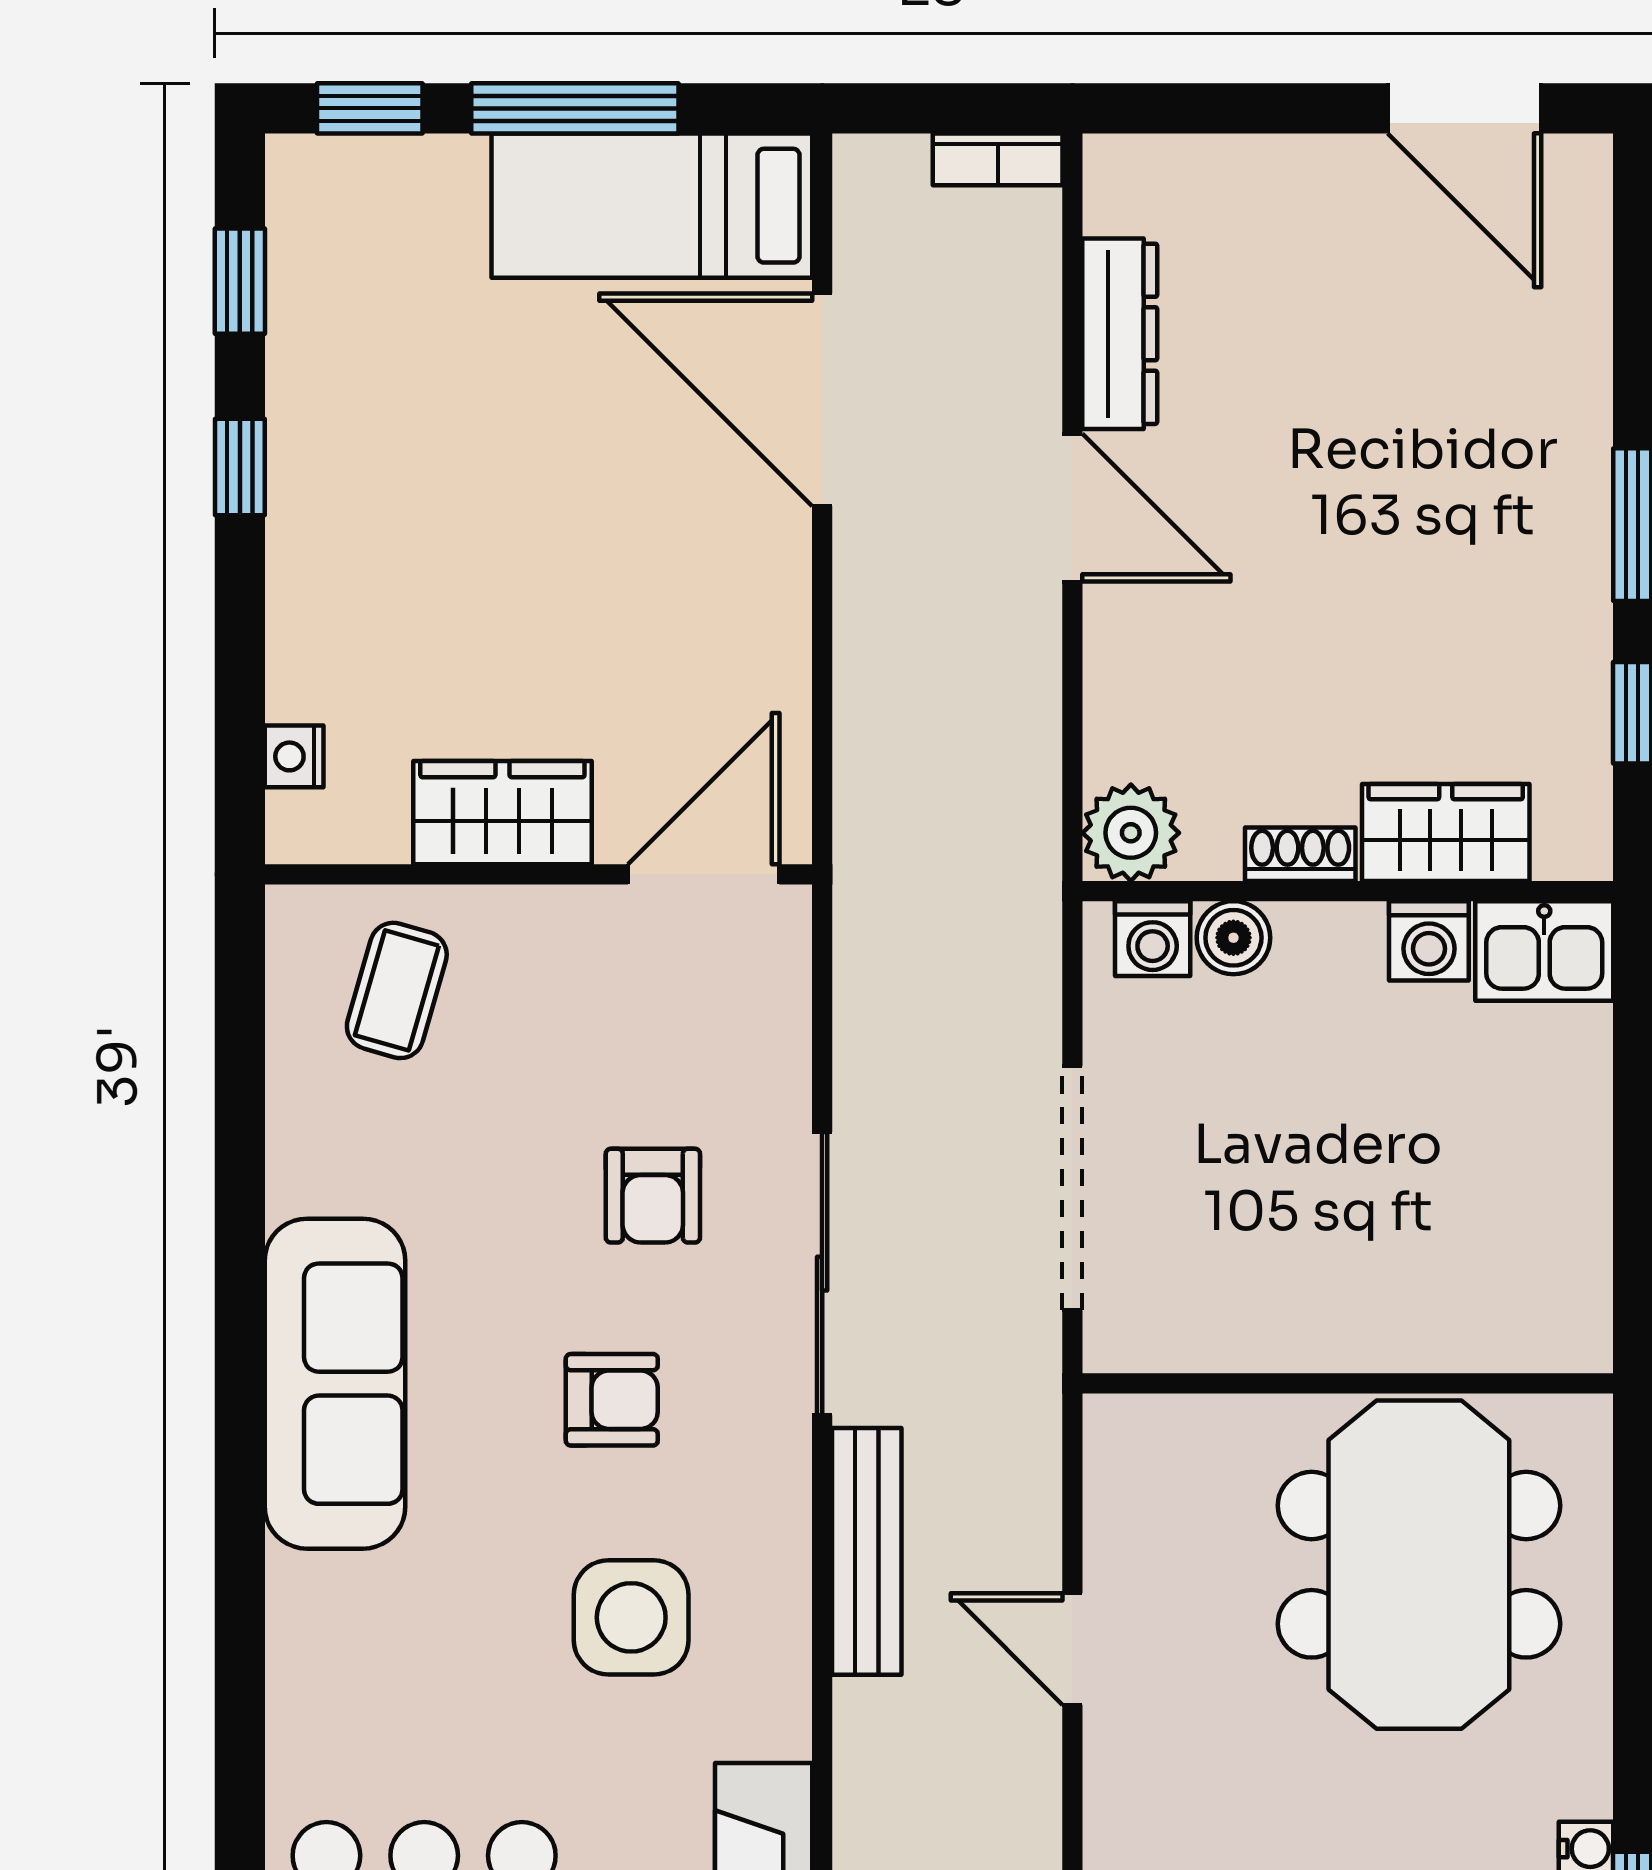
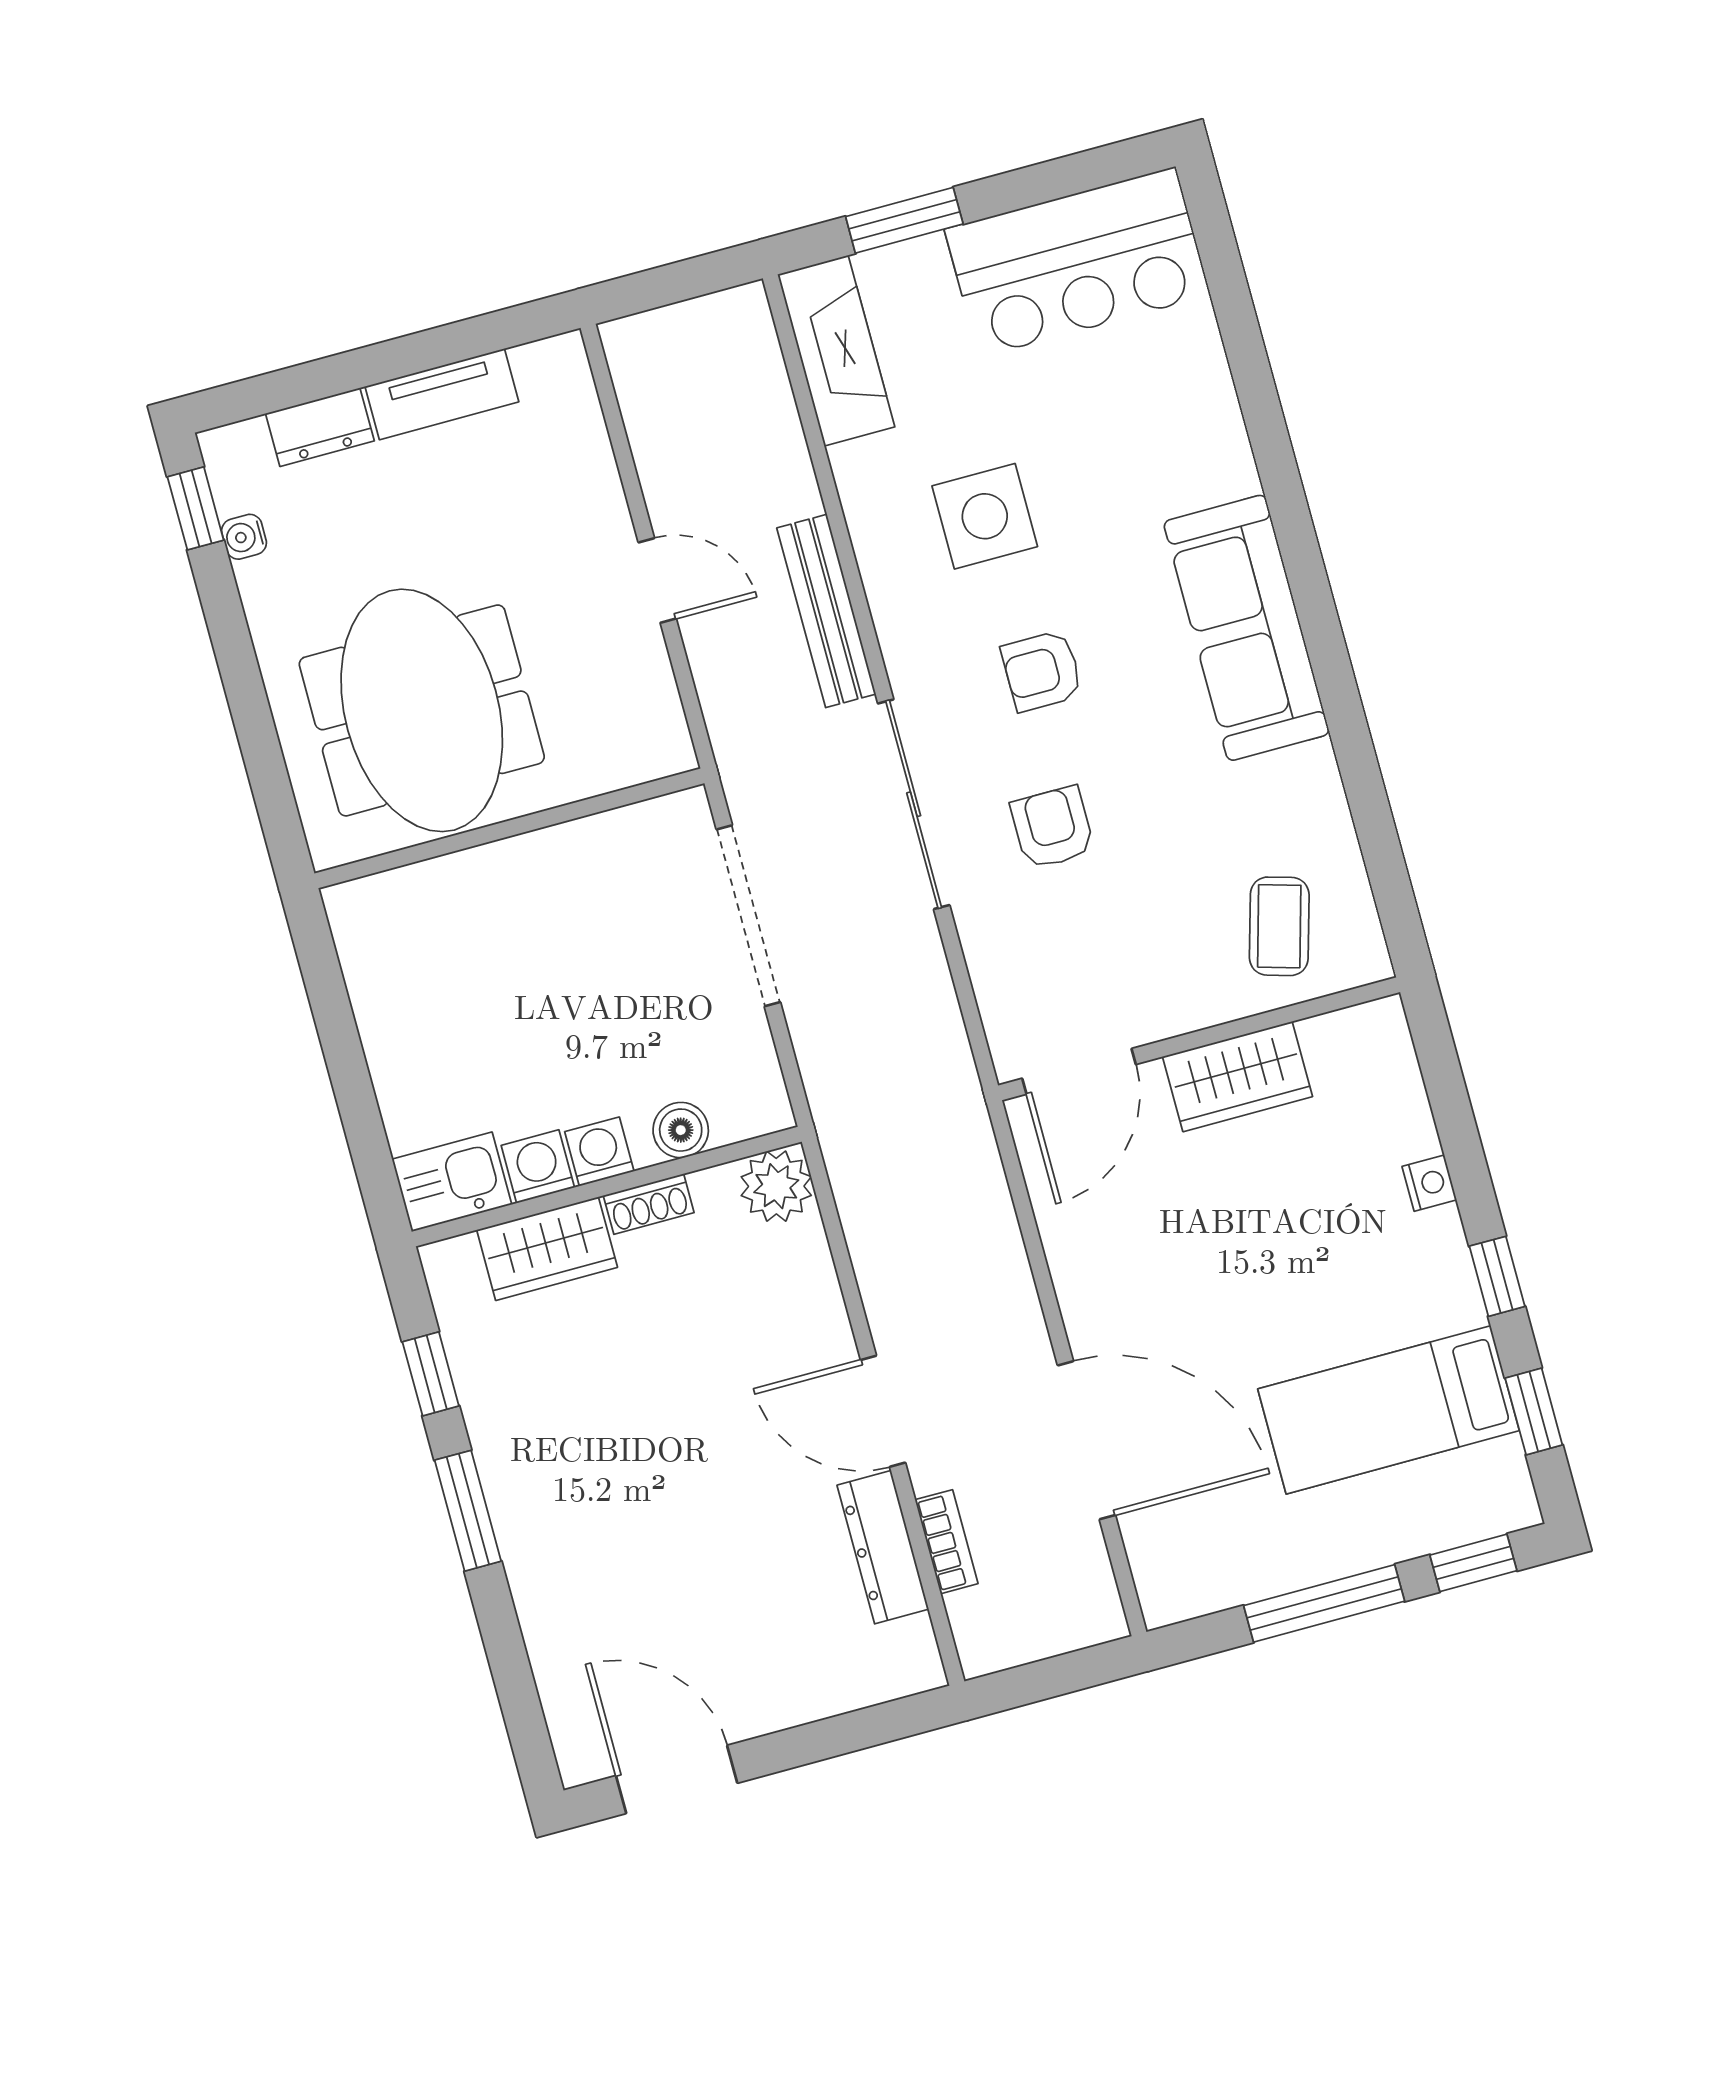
bookcase: (998, 159) -> (946, 1542), moved, turned 90
bed: (652, 206) -> (1388, 1410), moved, turned 180
nightstand: (294, 756) -> (1429, 1183), moved
washing machine: (1153, 939) -> (599, 1152), moved

